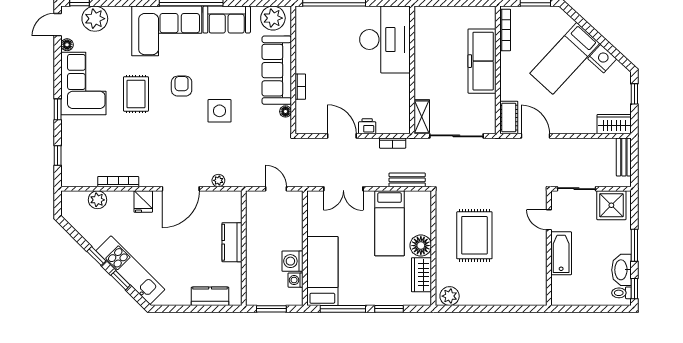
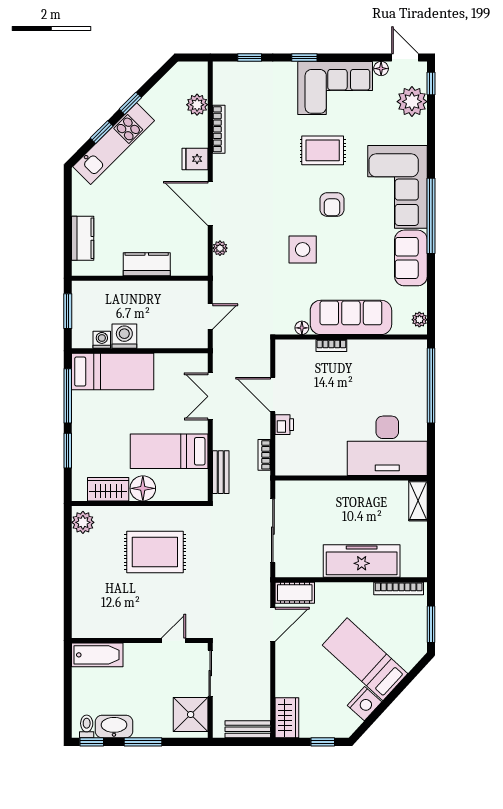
plant: (273, 18) -> (419, 320), width x0.53, depth x0.53
armchair: (182, 86) -> (332, 204), turned 90
shelving: (422, 117) -> (418, 501), moved, turned 90
door: (342, 136) -> (273, 395), swing flipped
bathtub: (561, 253) -> (97, 655), moved

